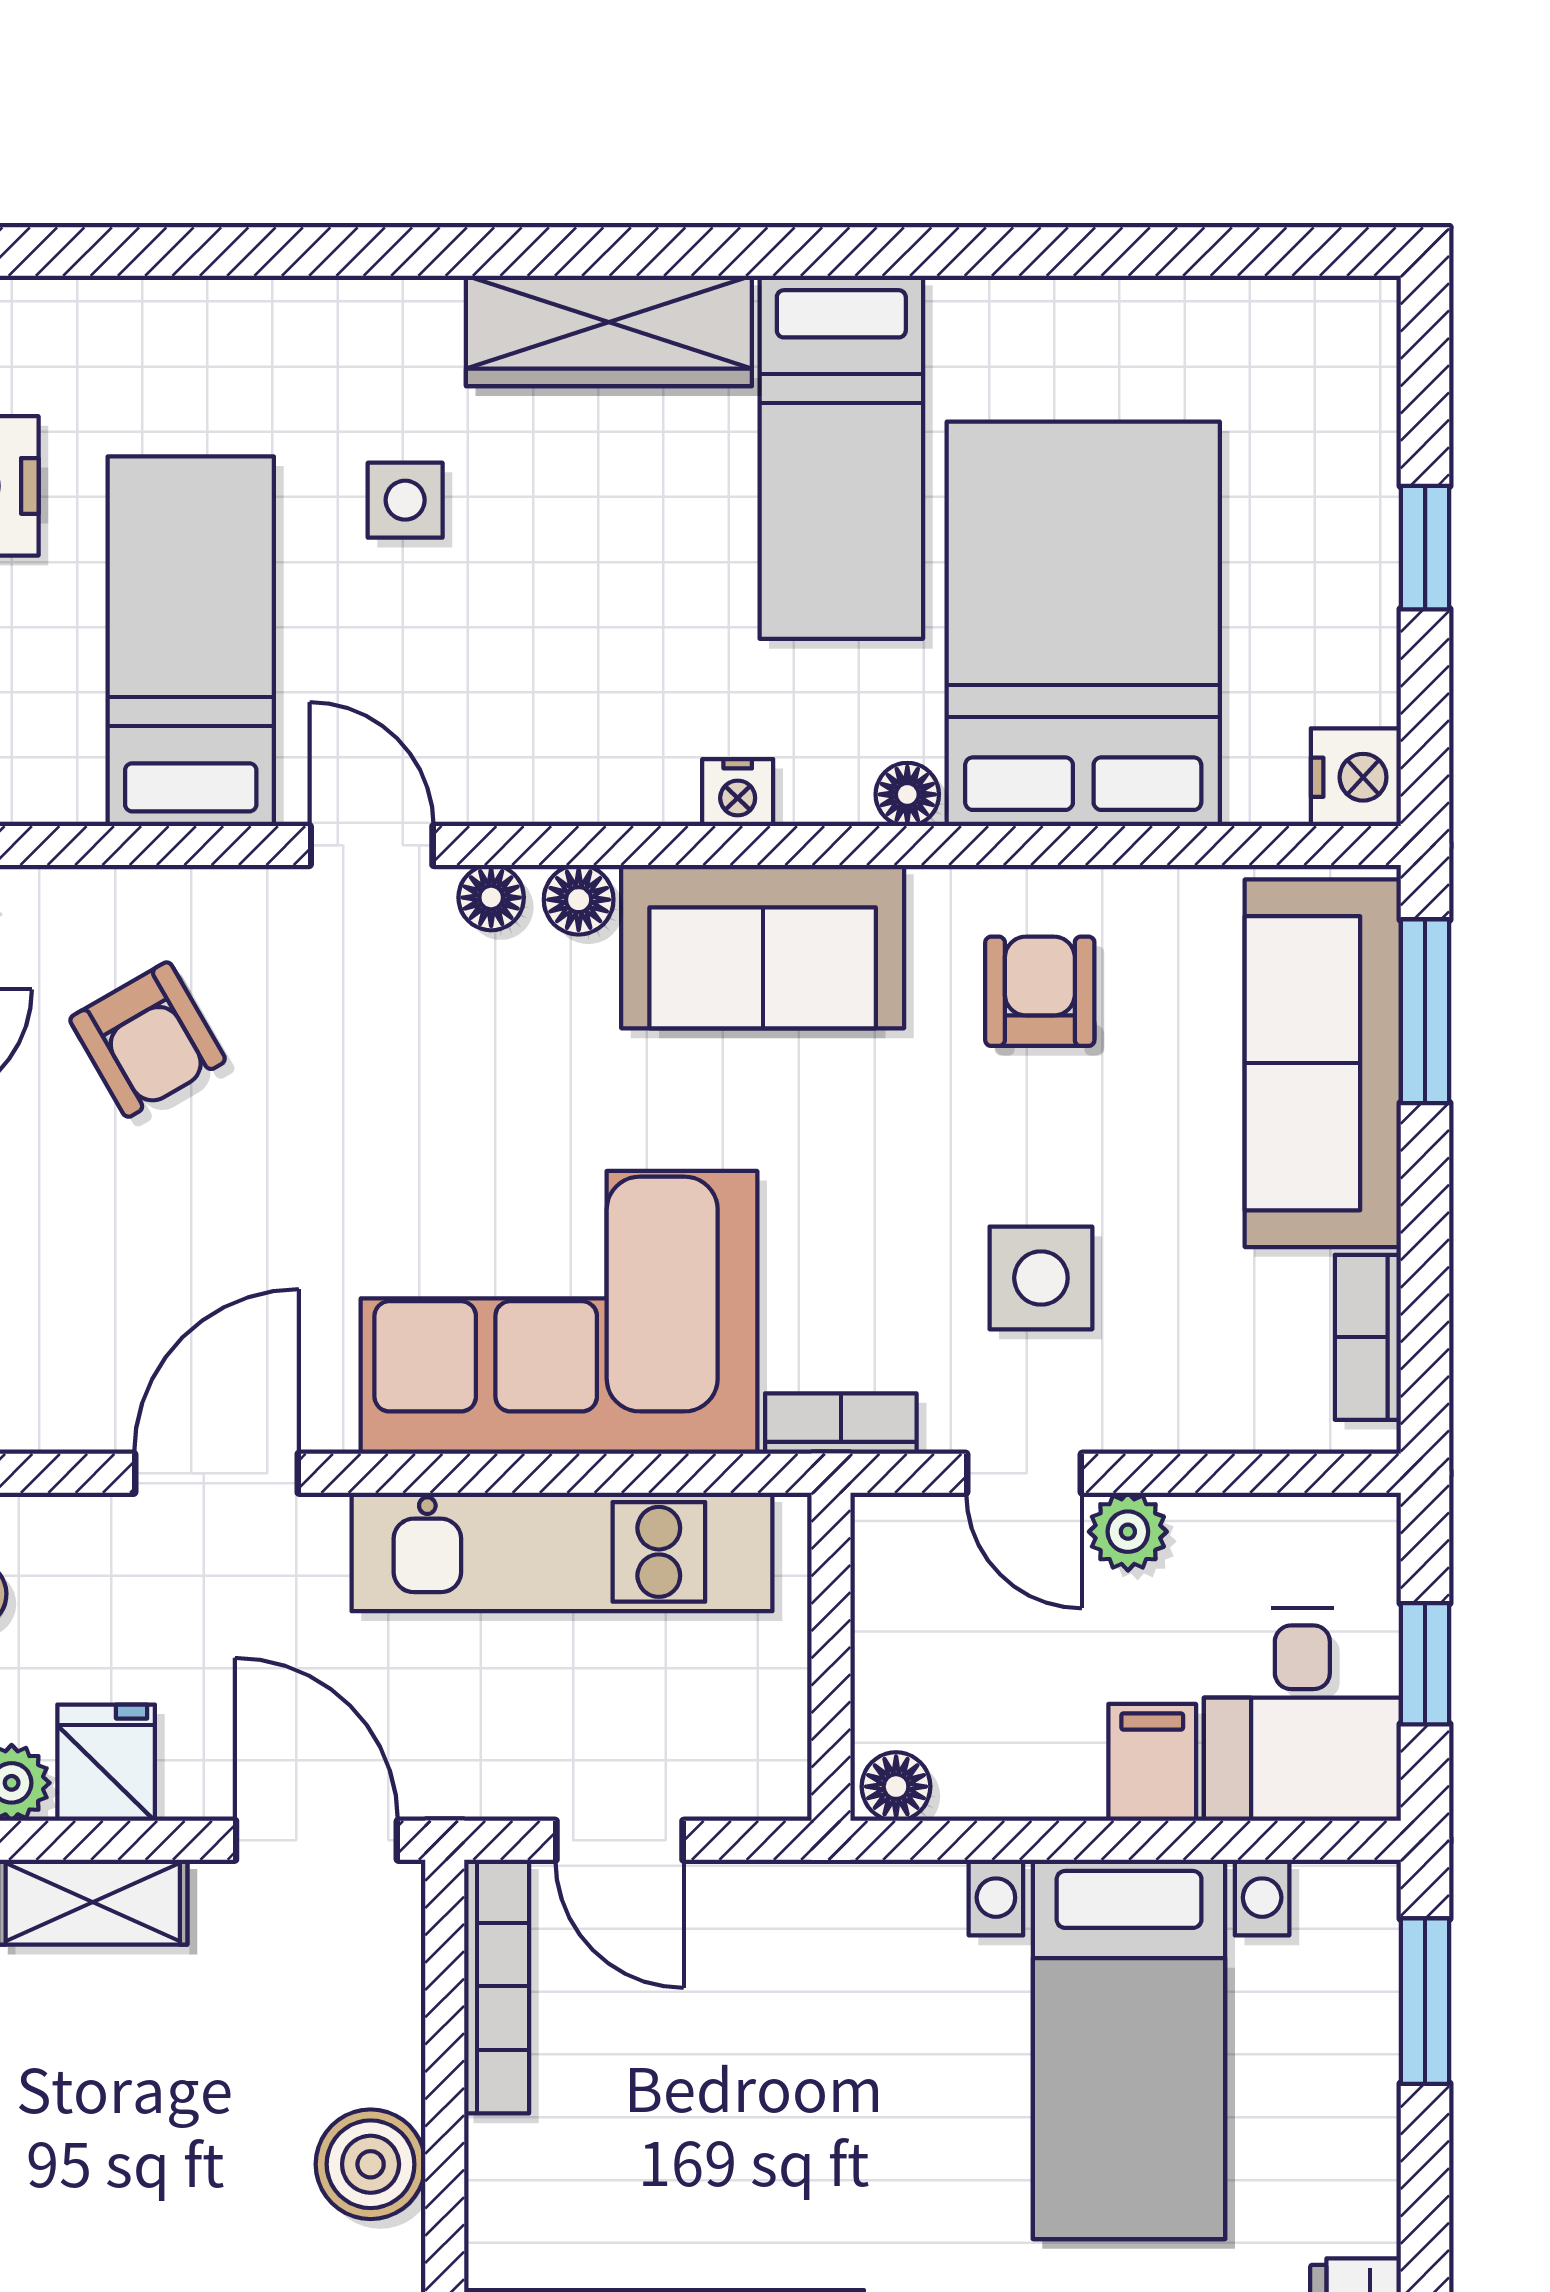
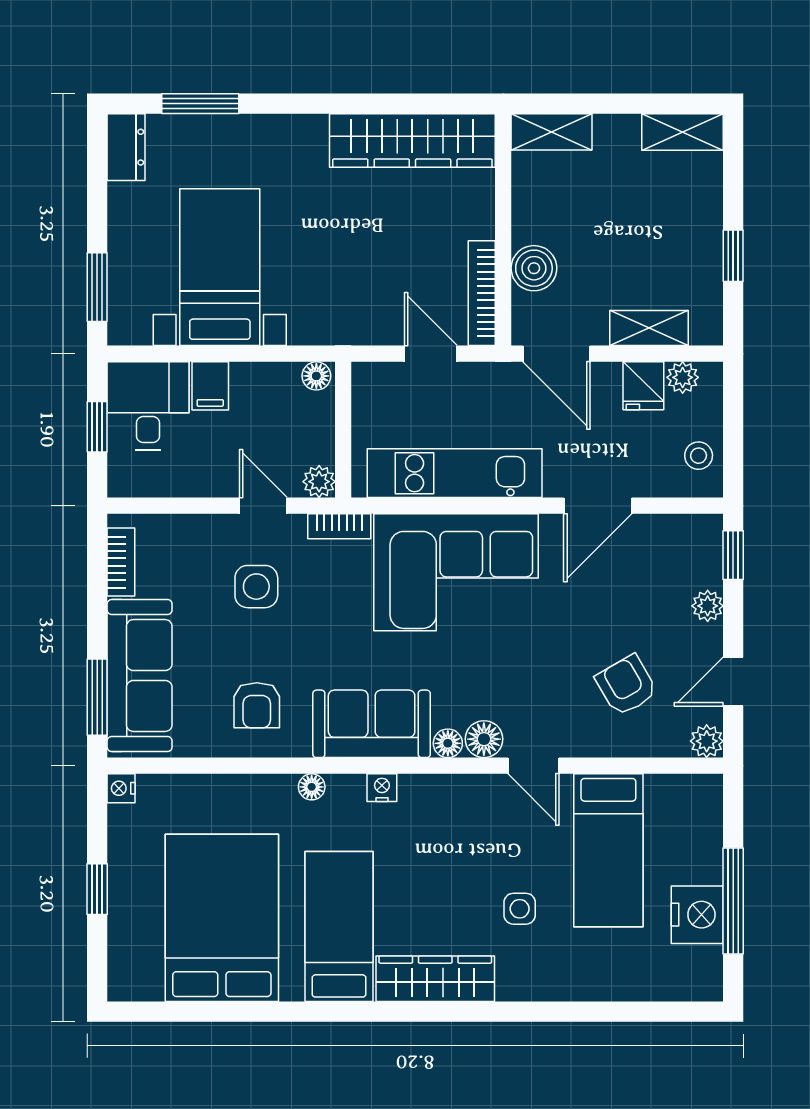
bed: (1083, 624) -> (222, 918), moved, turned 180
nightstand: (1356, 777) -> (121, 788), width x0.72, depth x0.74
floor lamp: (491, 898) -> (484, 739), width x1.37, depth x1.37
plant: (1128, 1532) -> (319, 482), moved
boiler: (371, 2164) -> (534, 268), moved

